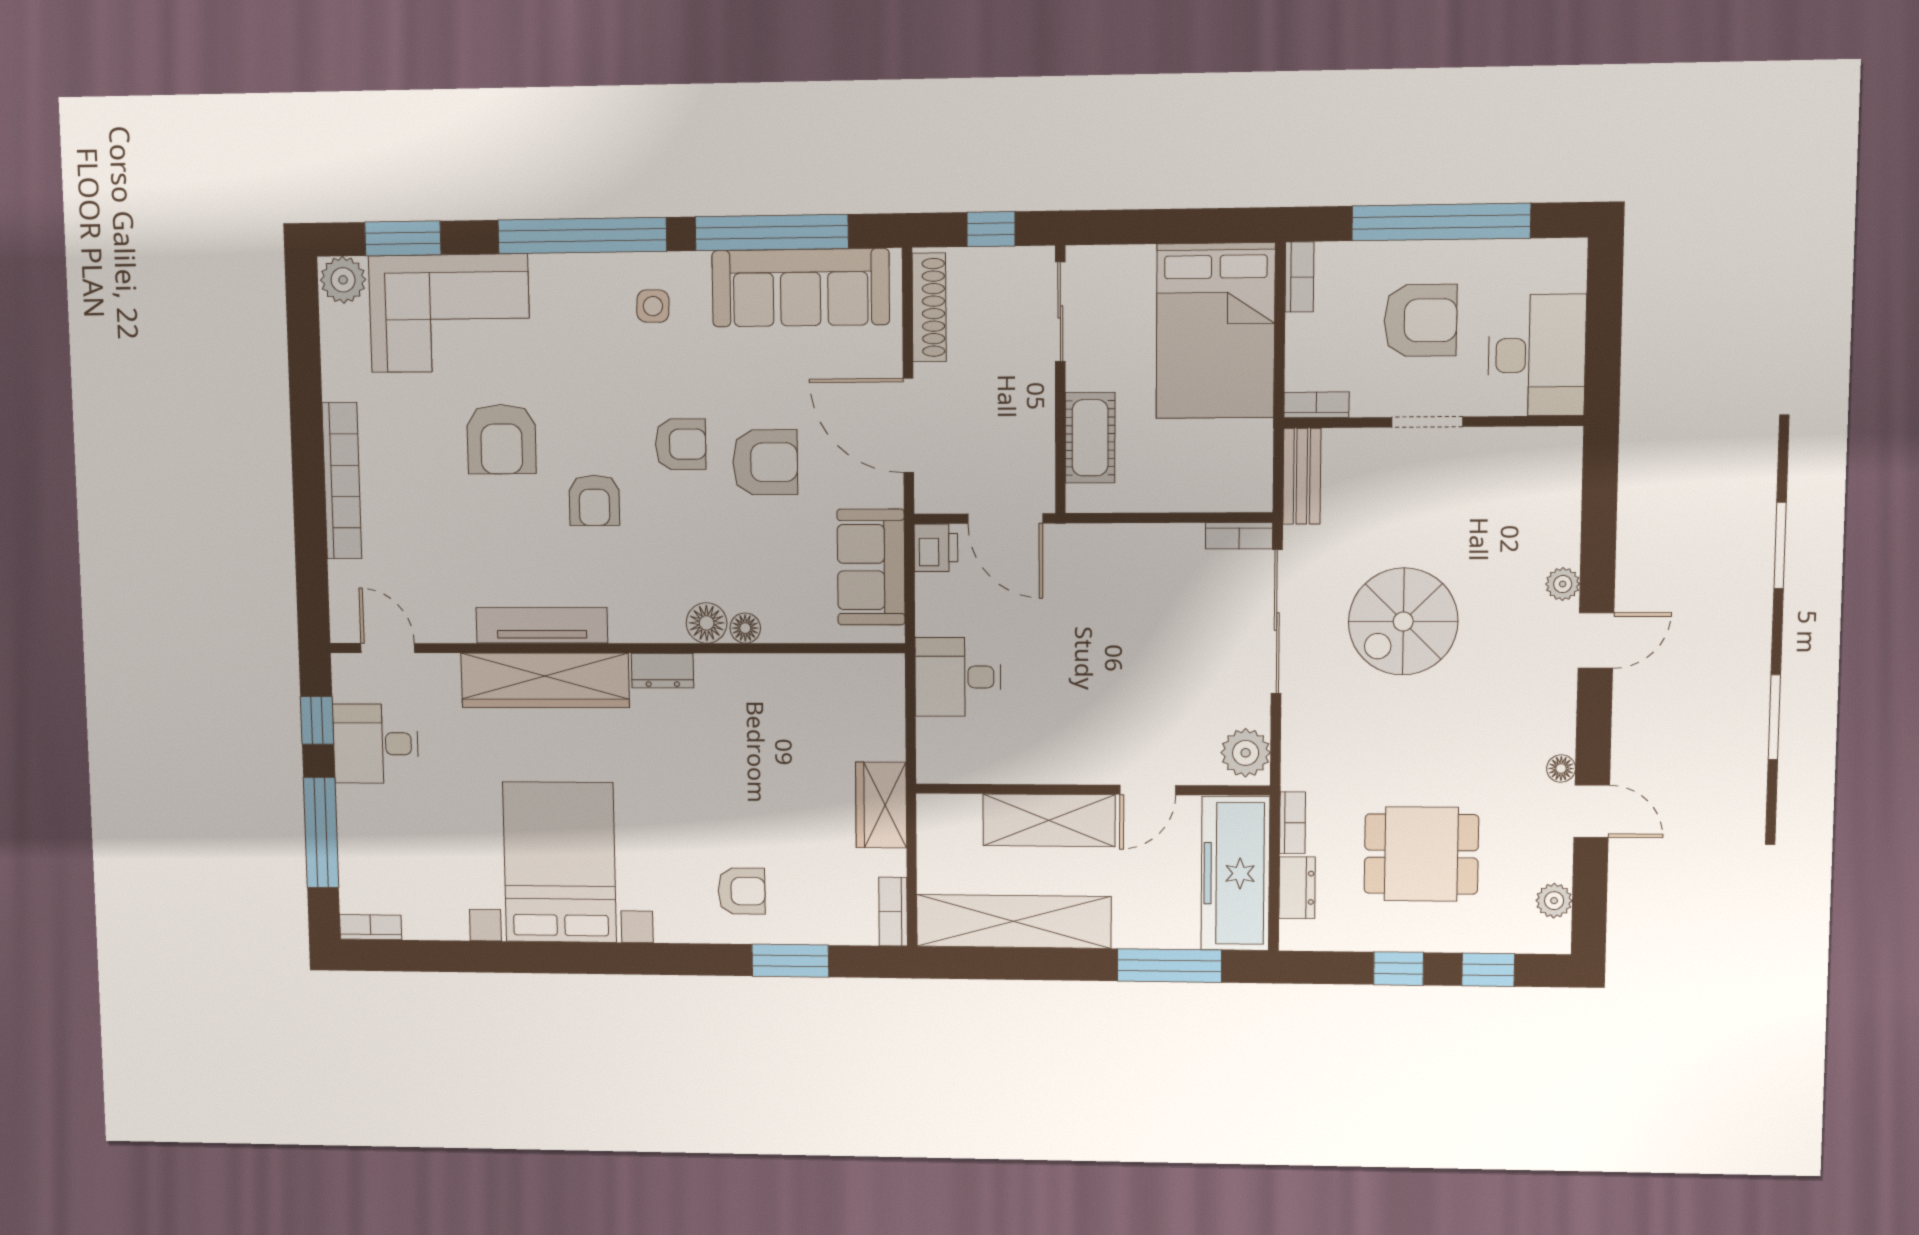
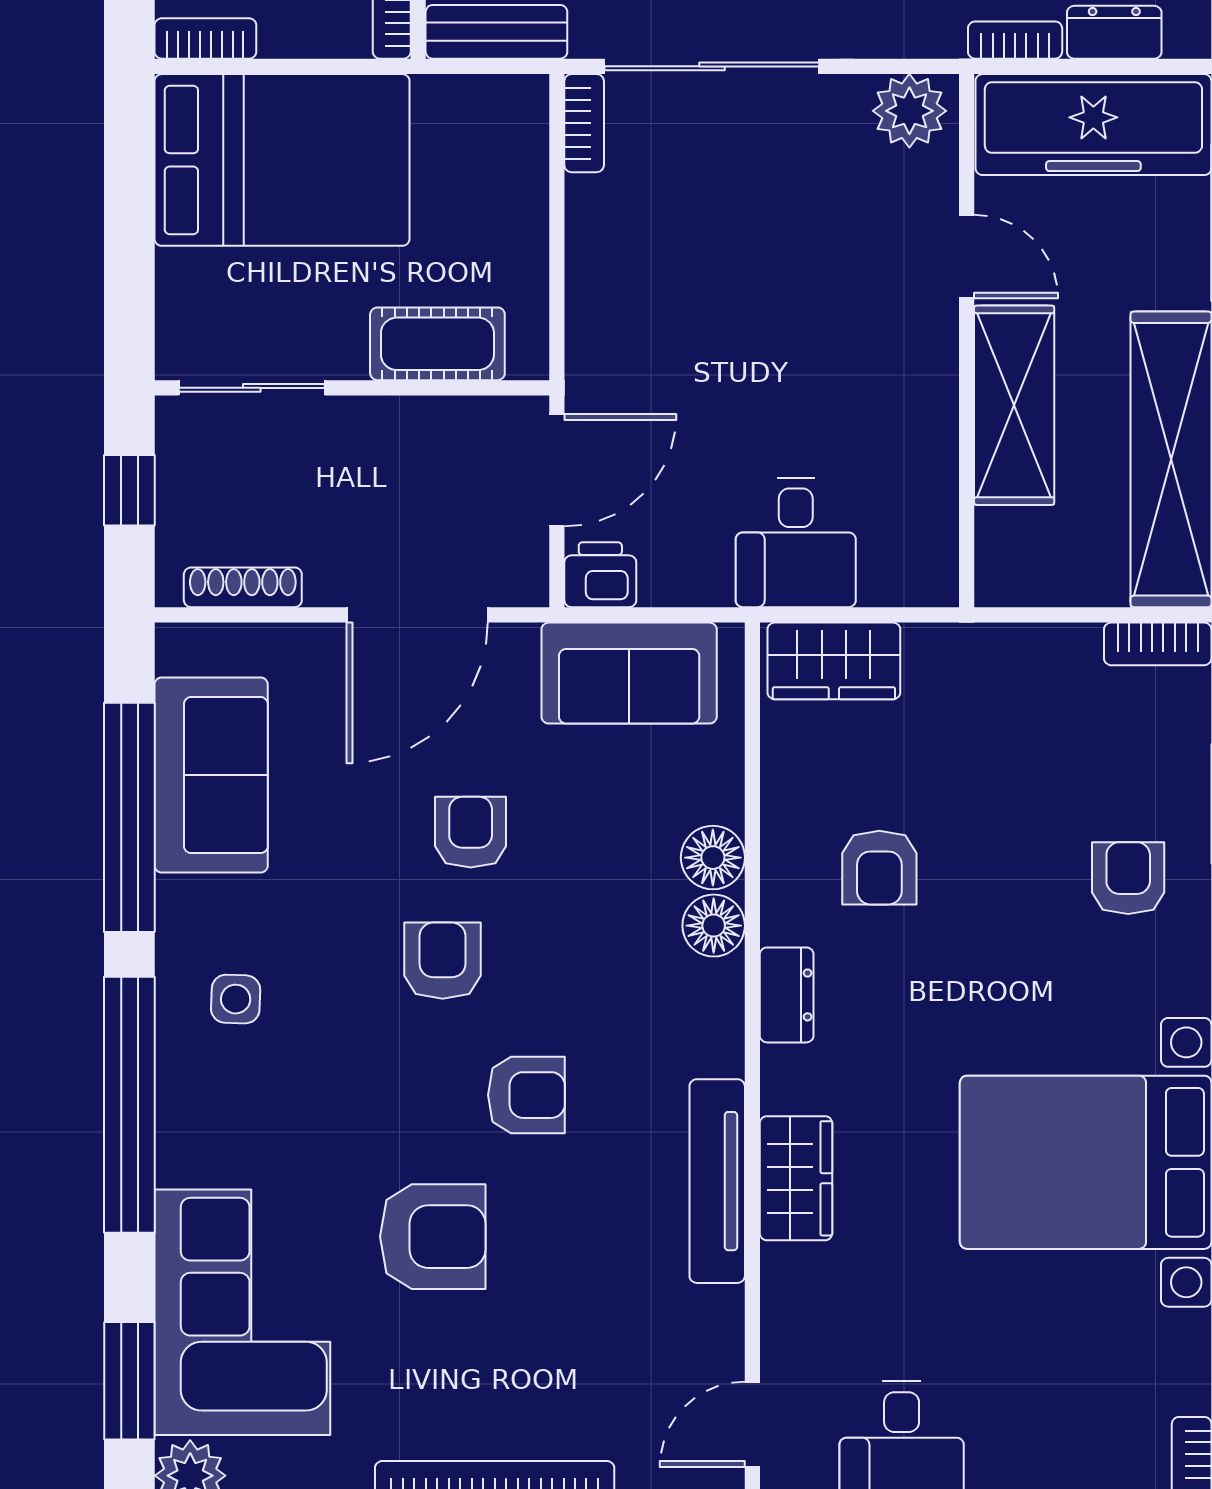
sofa: (801, 288) -> (211, 775), width x0.73
shoe rack: (929, 307) -> (243, 587), width x0.74, depth x0.81
armchair: (765, 462) -> (471, 832), width x0.72, depth x0.72
floor lamp: (745, 628) -> (713, 858), width x1.37, depth x1.37
wardrobe: (545, 680) -> (796, 1178), width x0.48, depth x0.85
armchair: (746, 731) -> (879, 868), added
wardrobe: (881, 805) -> (834, 661), moved

